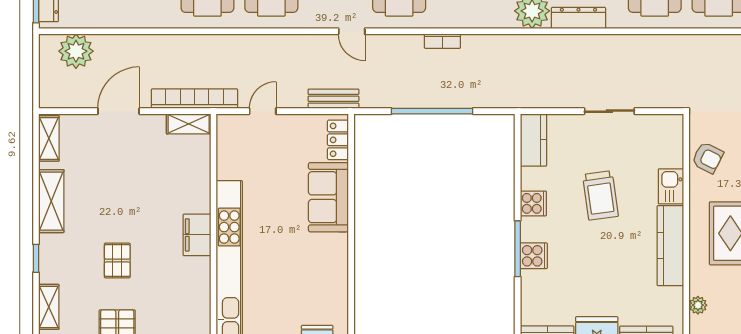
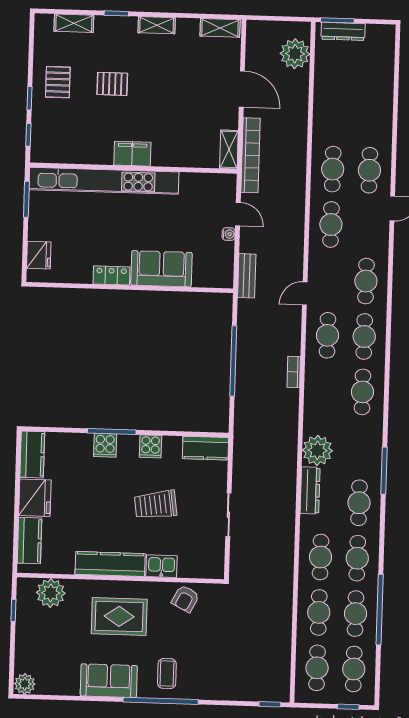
water cooler: (286, 121) -> (229, 234), added
locker: (338, 140) -> (111, 275), moved
shelving: (51, 201) -> (157, 25), width x0.67, depth x0.75
plant: (698, 305) -> (51, 593), width x1.87, depth x1.87

